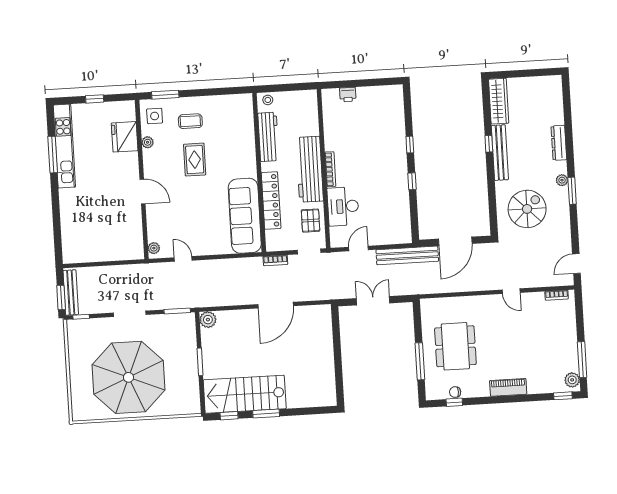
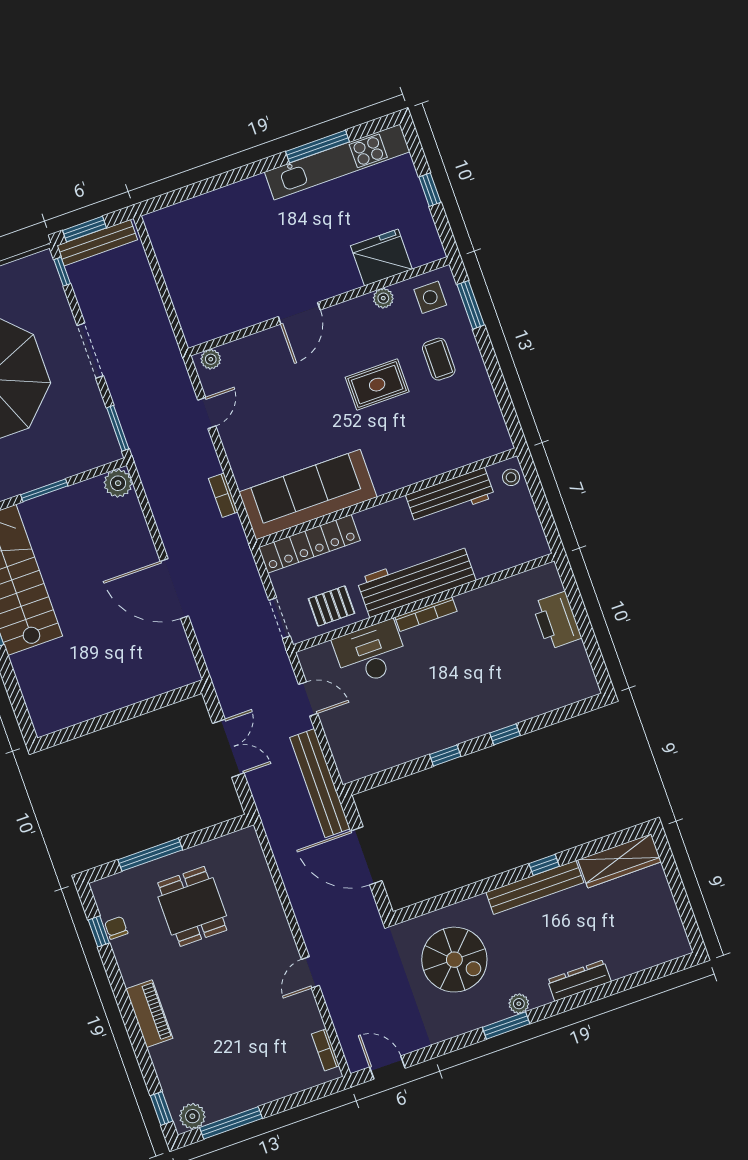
printer: (348, 95) -> (557, 620), width x1.87, depth x1.48
locker: (271, 201) -> (309, 544), moved
bookcase: (275, 260) -> (223, 495), moved
dining table: (455, 346) -> (192, 906), width x0.73

